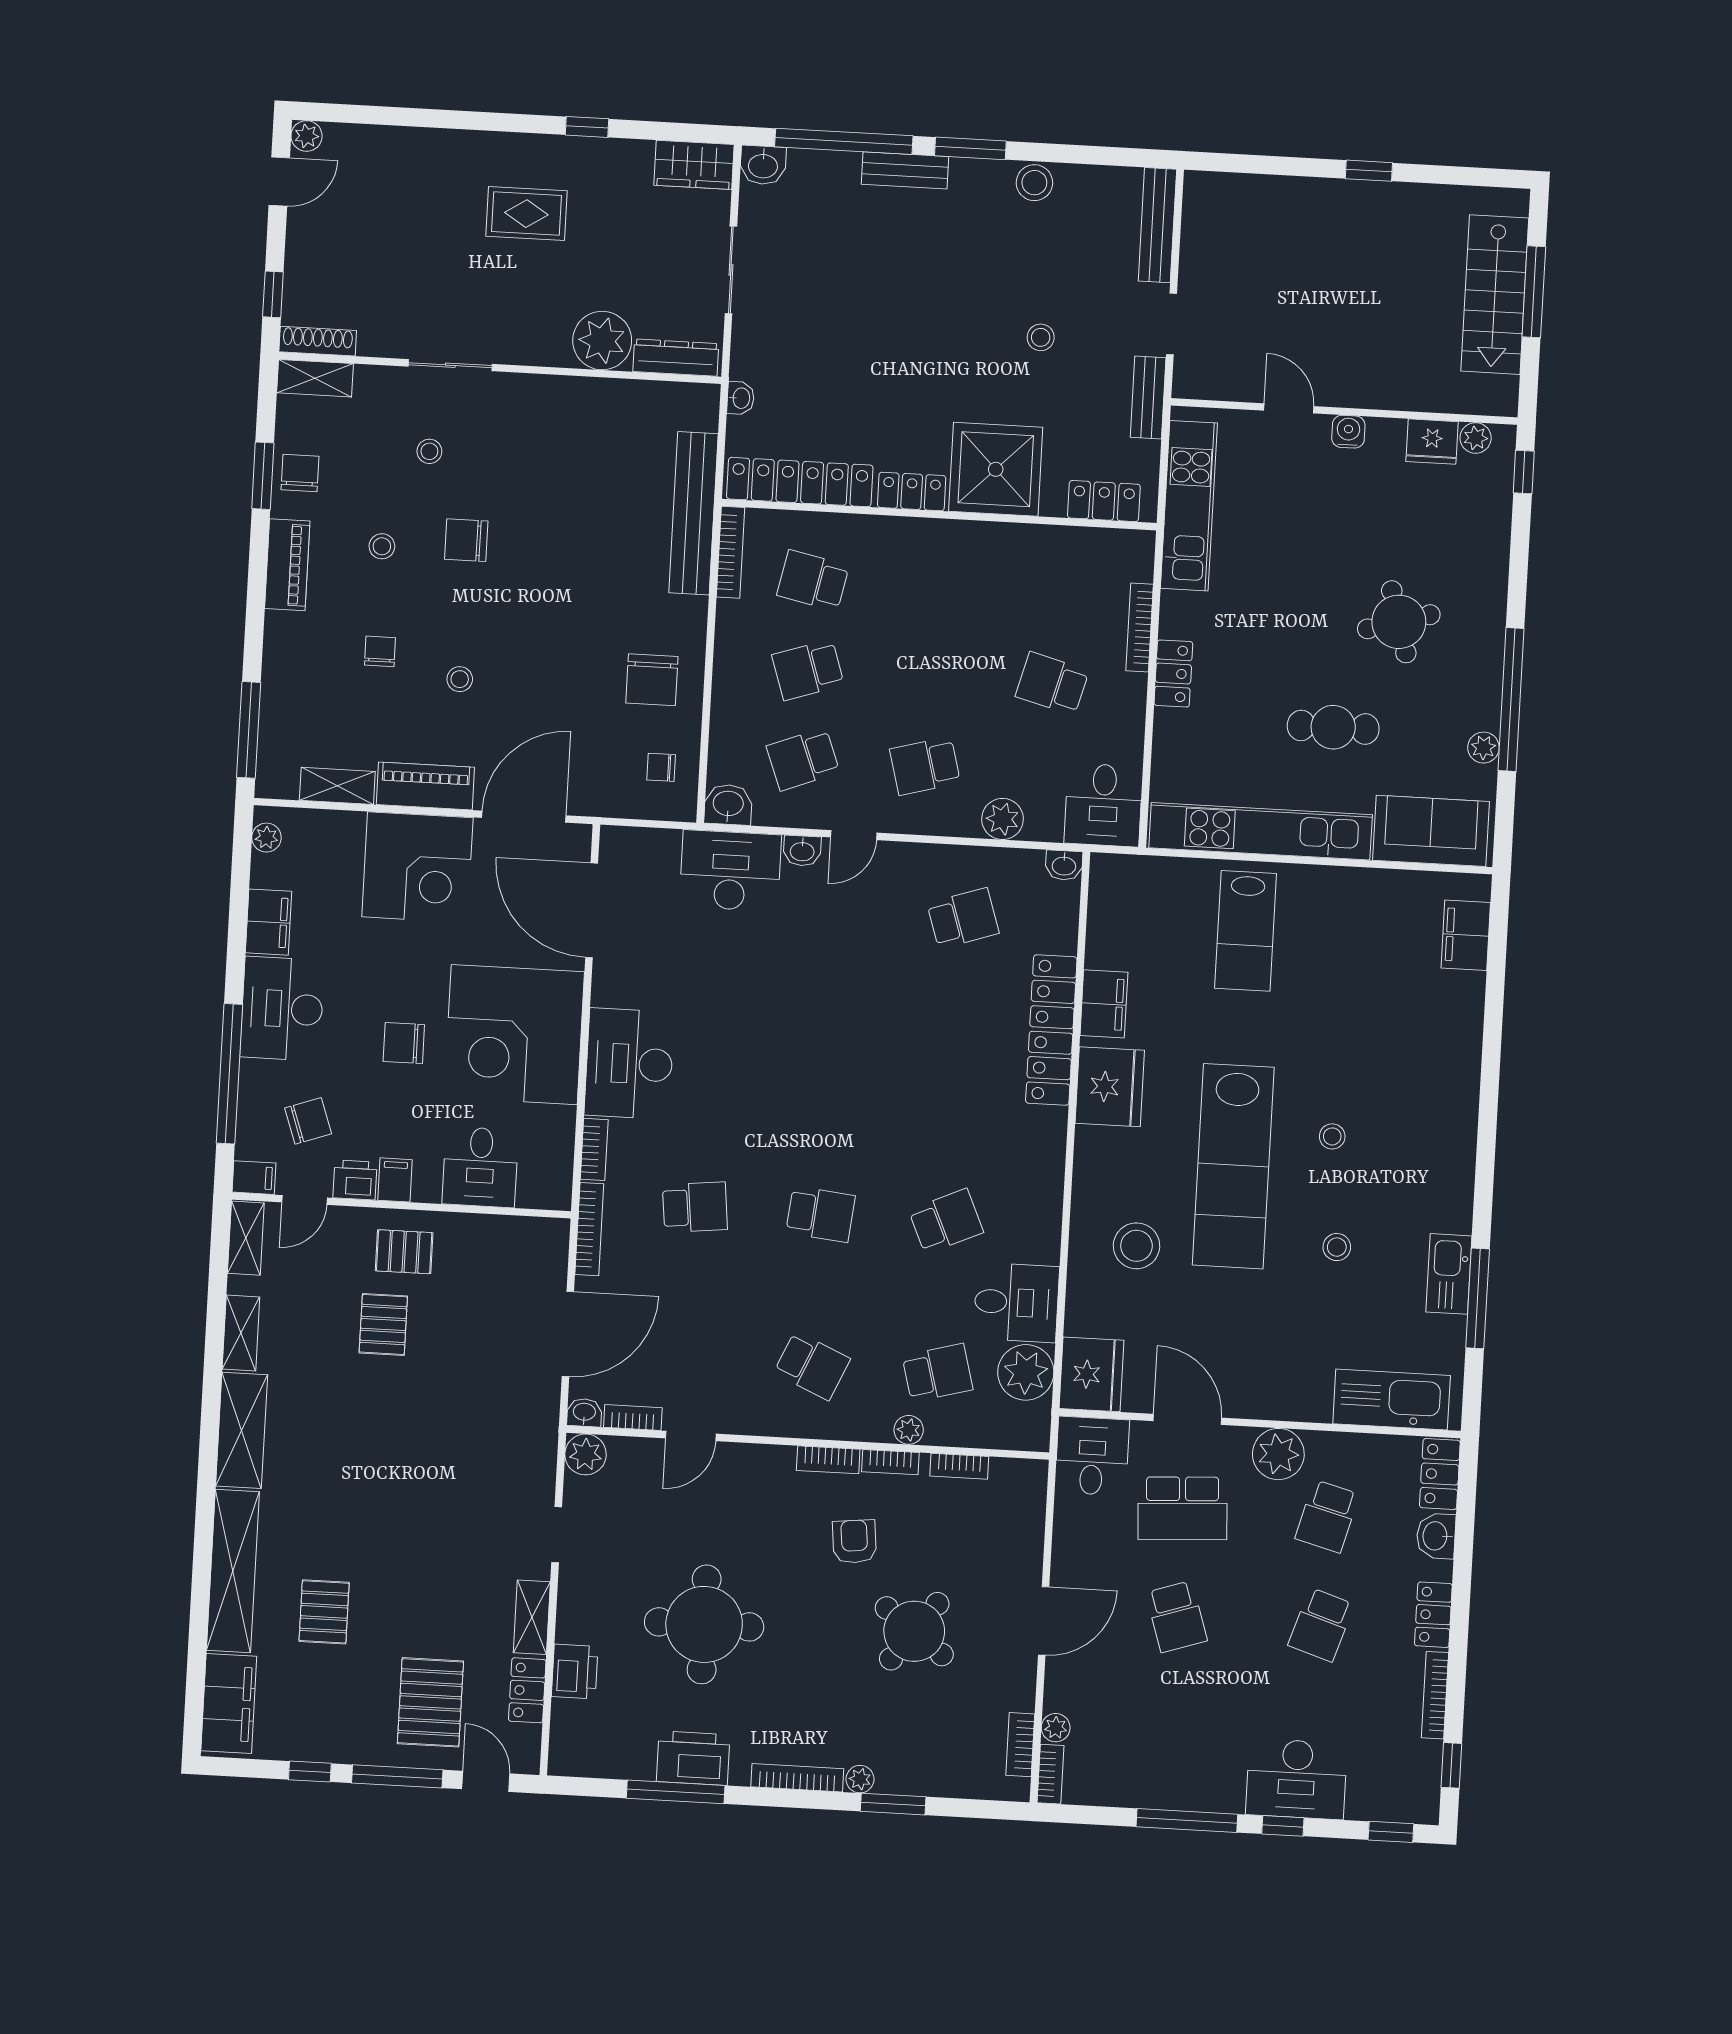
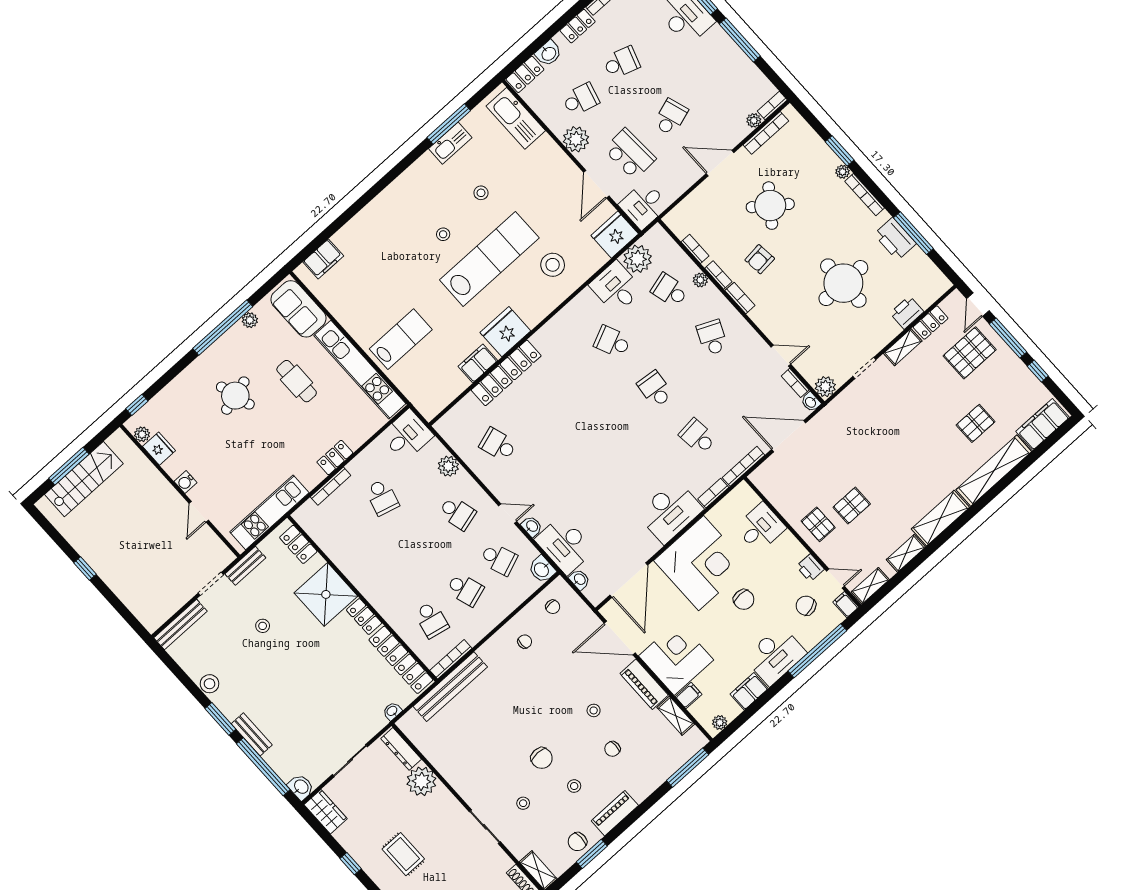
chair: (652, 680) -> (525, 642), width x0.54, depth x0.54
washbasin: (1064, 865) -> (579, 579), moved
filing cabinet: (395, 1180) -> (689, 696), moved, turned 180
bookcase: (1020, 1745) -> (766, 133), width x1.56

